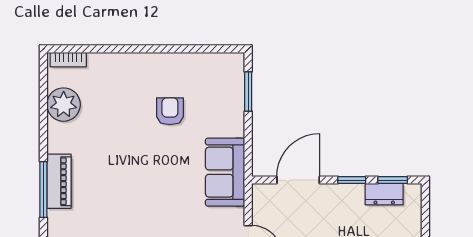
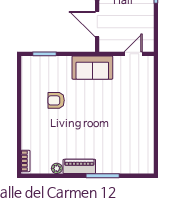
plant: (64, 105) -> (57, 168), width x0.53, depth x0.53
piano: (59, 181) -> (79, 166), moved

